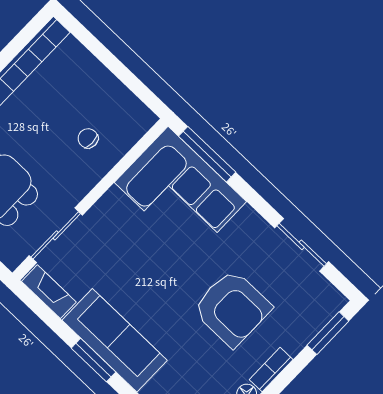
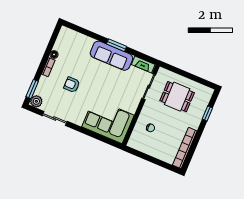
window: (207, 154) -> (103, 139), removed
plant: (329, 301) -> (36, 101), added
armchair: (232, 308) -> (72, 85), width x0.53, depth x0.53

